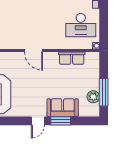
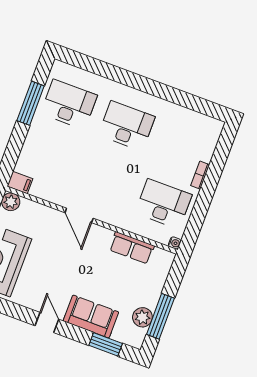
desk: (81, 25) -> (163, 204), turned 180
door: (38, 121) -> (47, 323), swing flipped
window: (61, 121) -> (106, 344), moved

